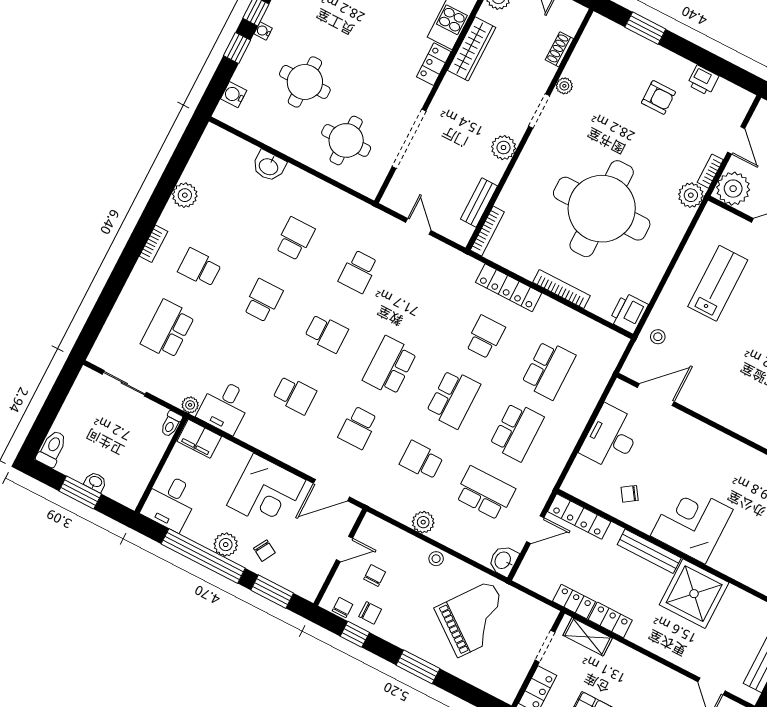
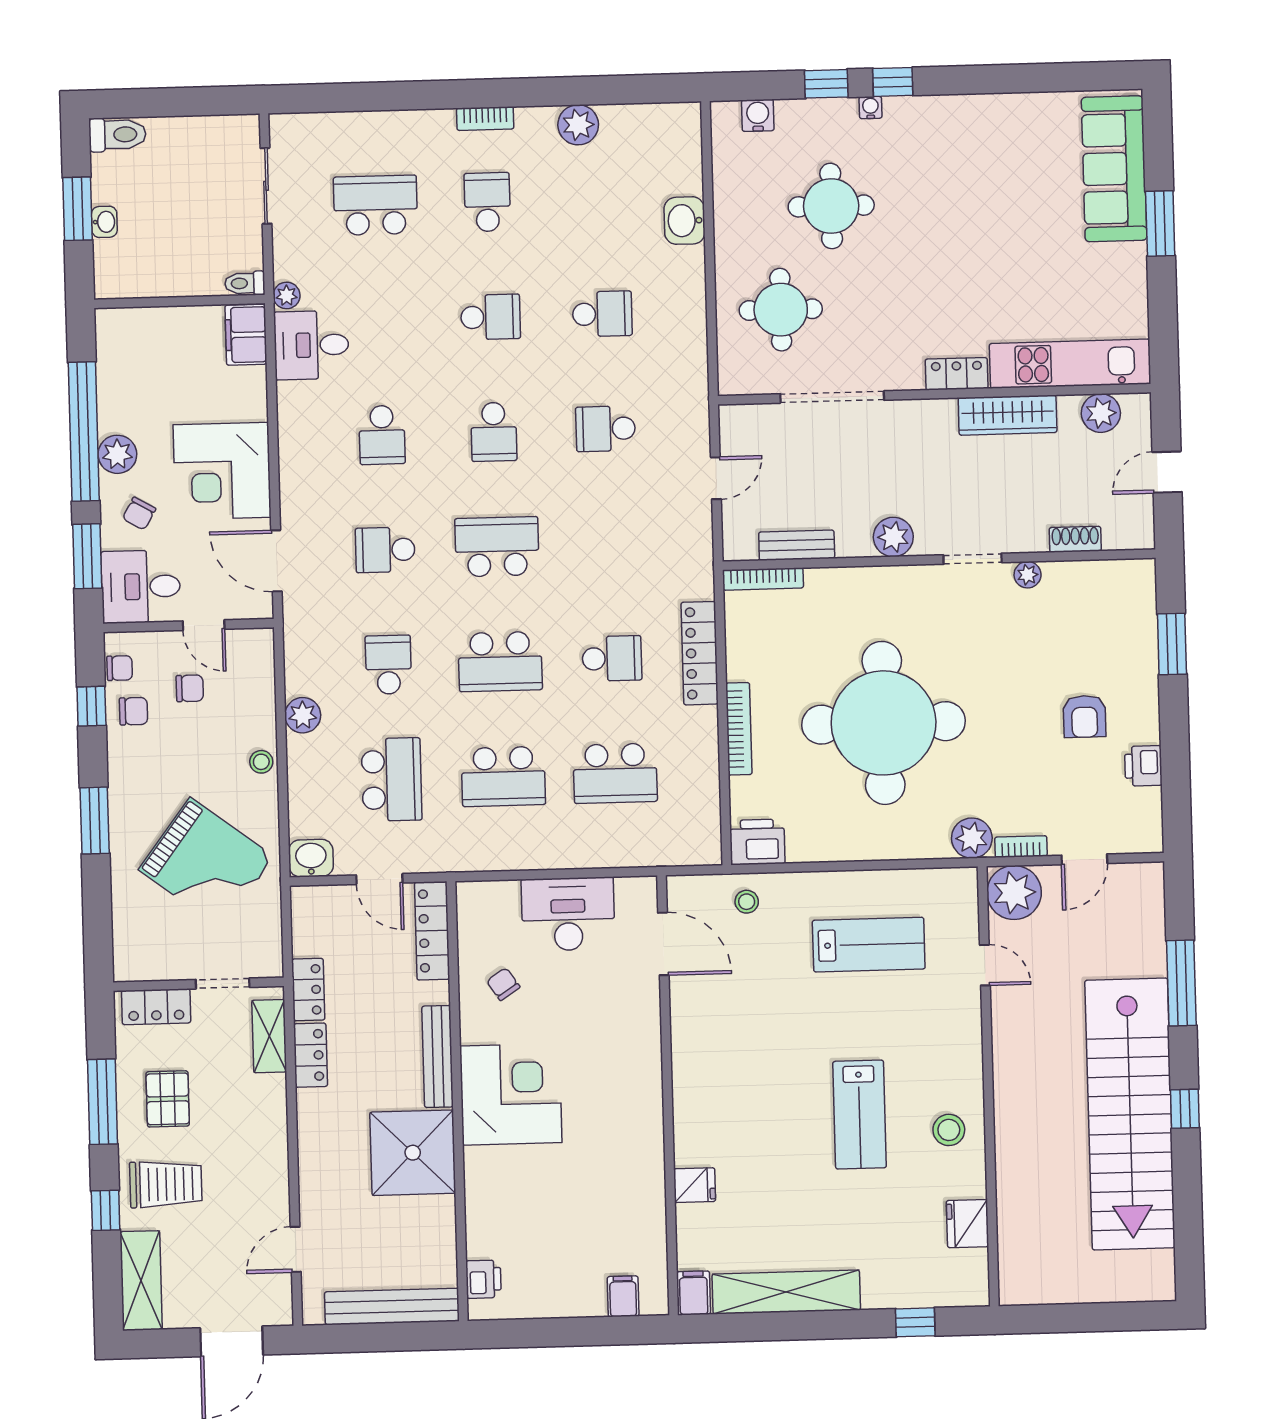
desk: (170, 502) -> (141, 587), moved
chair: (370, 613) -> (134, 711), turned -90

